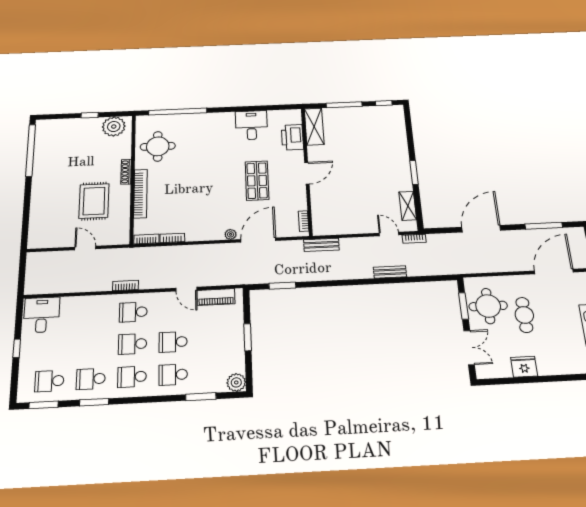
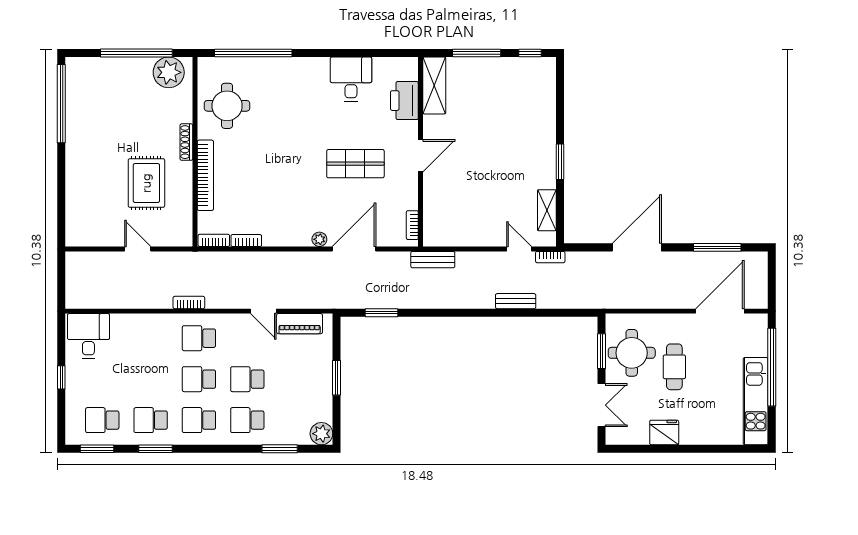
window: (90, 115) -> (136, 53), width x3.17
shop shelf: (257, 181) -> (355, 164), turned 90

